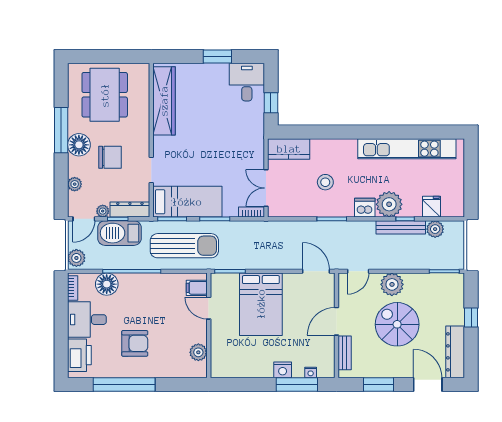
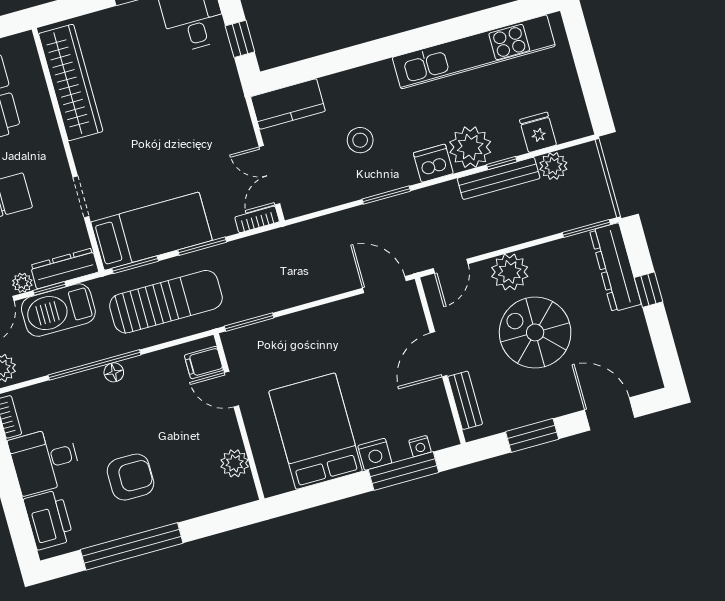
floor lamp: (107, 284) -> (114, 372), moved, width x0.53, depth x0.53
bed: (261, 304) -> (316, 431), moved, turned 180
dresser: (455, 352) -> (615, 267), moved

